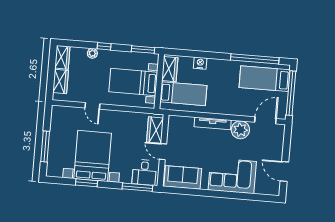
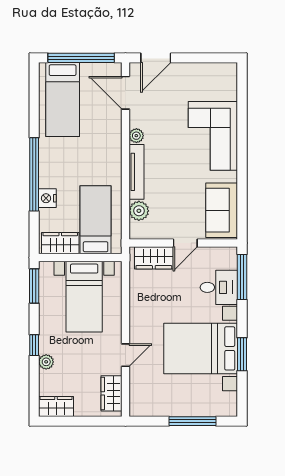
window: (255, 59) -> (34, 174), moved
wardrobe: (60, 81) -> (111, 393), moved, turned -90
plant: (187, 123) -> (139, 211), added
plant: (240, 130) -> (136, 136), width x0.53, depth x0.53
desk: (144, 172) -> (219, 287), moved
door: (284, 172) -> (156, 58), moved

